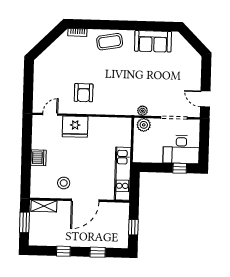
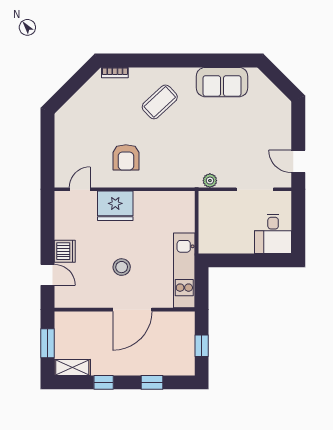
coffee table: (110, 42) -> (160, 102), moved, turned -33
plant: (144, 125) -> (212, 201), removed
desk: (181, 149) -> (273, 234), width x0.73
window: (180, 168) -> (265, 260), removed
door: (26, 174) -> (47, 275), added
stool: (64, 183) -> (122, 267), moved
shelving: (44, 206) -> (72, 368), moved

